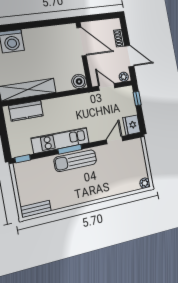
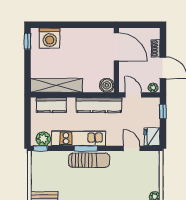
kitchen counter: (75, 103) -> (99, 105), added
door: (115, 140) -> (132, 148), hinge flipped
plant: (24, 148) -> (43, 139), added
sun lounger: (75, 161) -> (89, 160), turned 180

